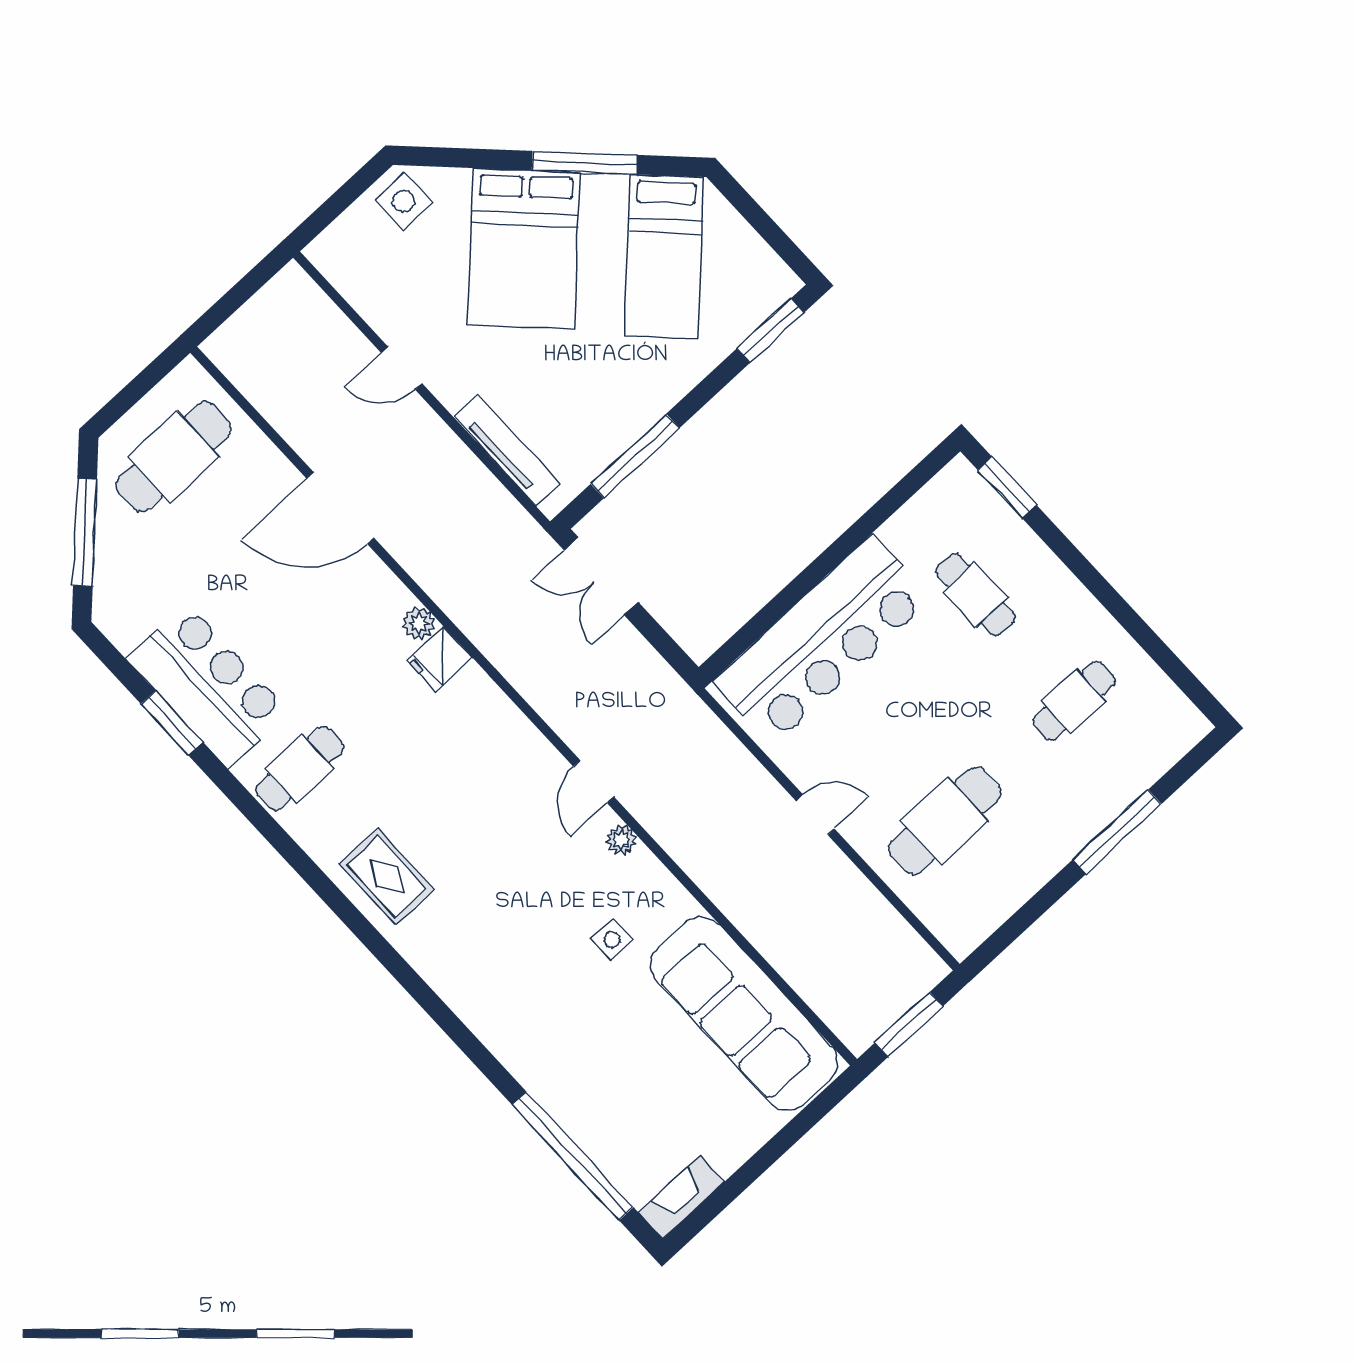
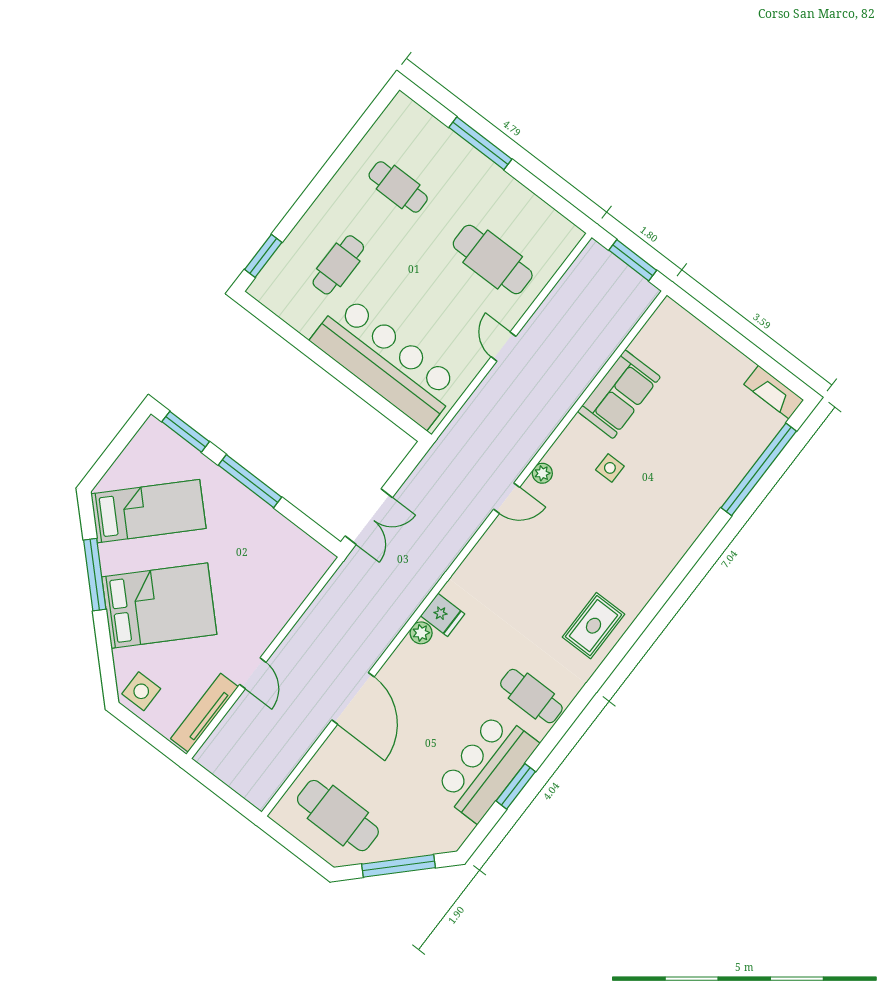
tv unit: (507, 450) -> (204, 713), moved
window: (635, 456) -> (250, 481), moved
sofa: (744, 1013) -> (619, 394), width x0.54, depth x0.79

